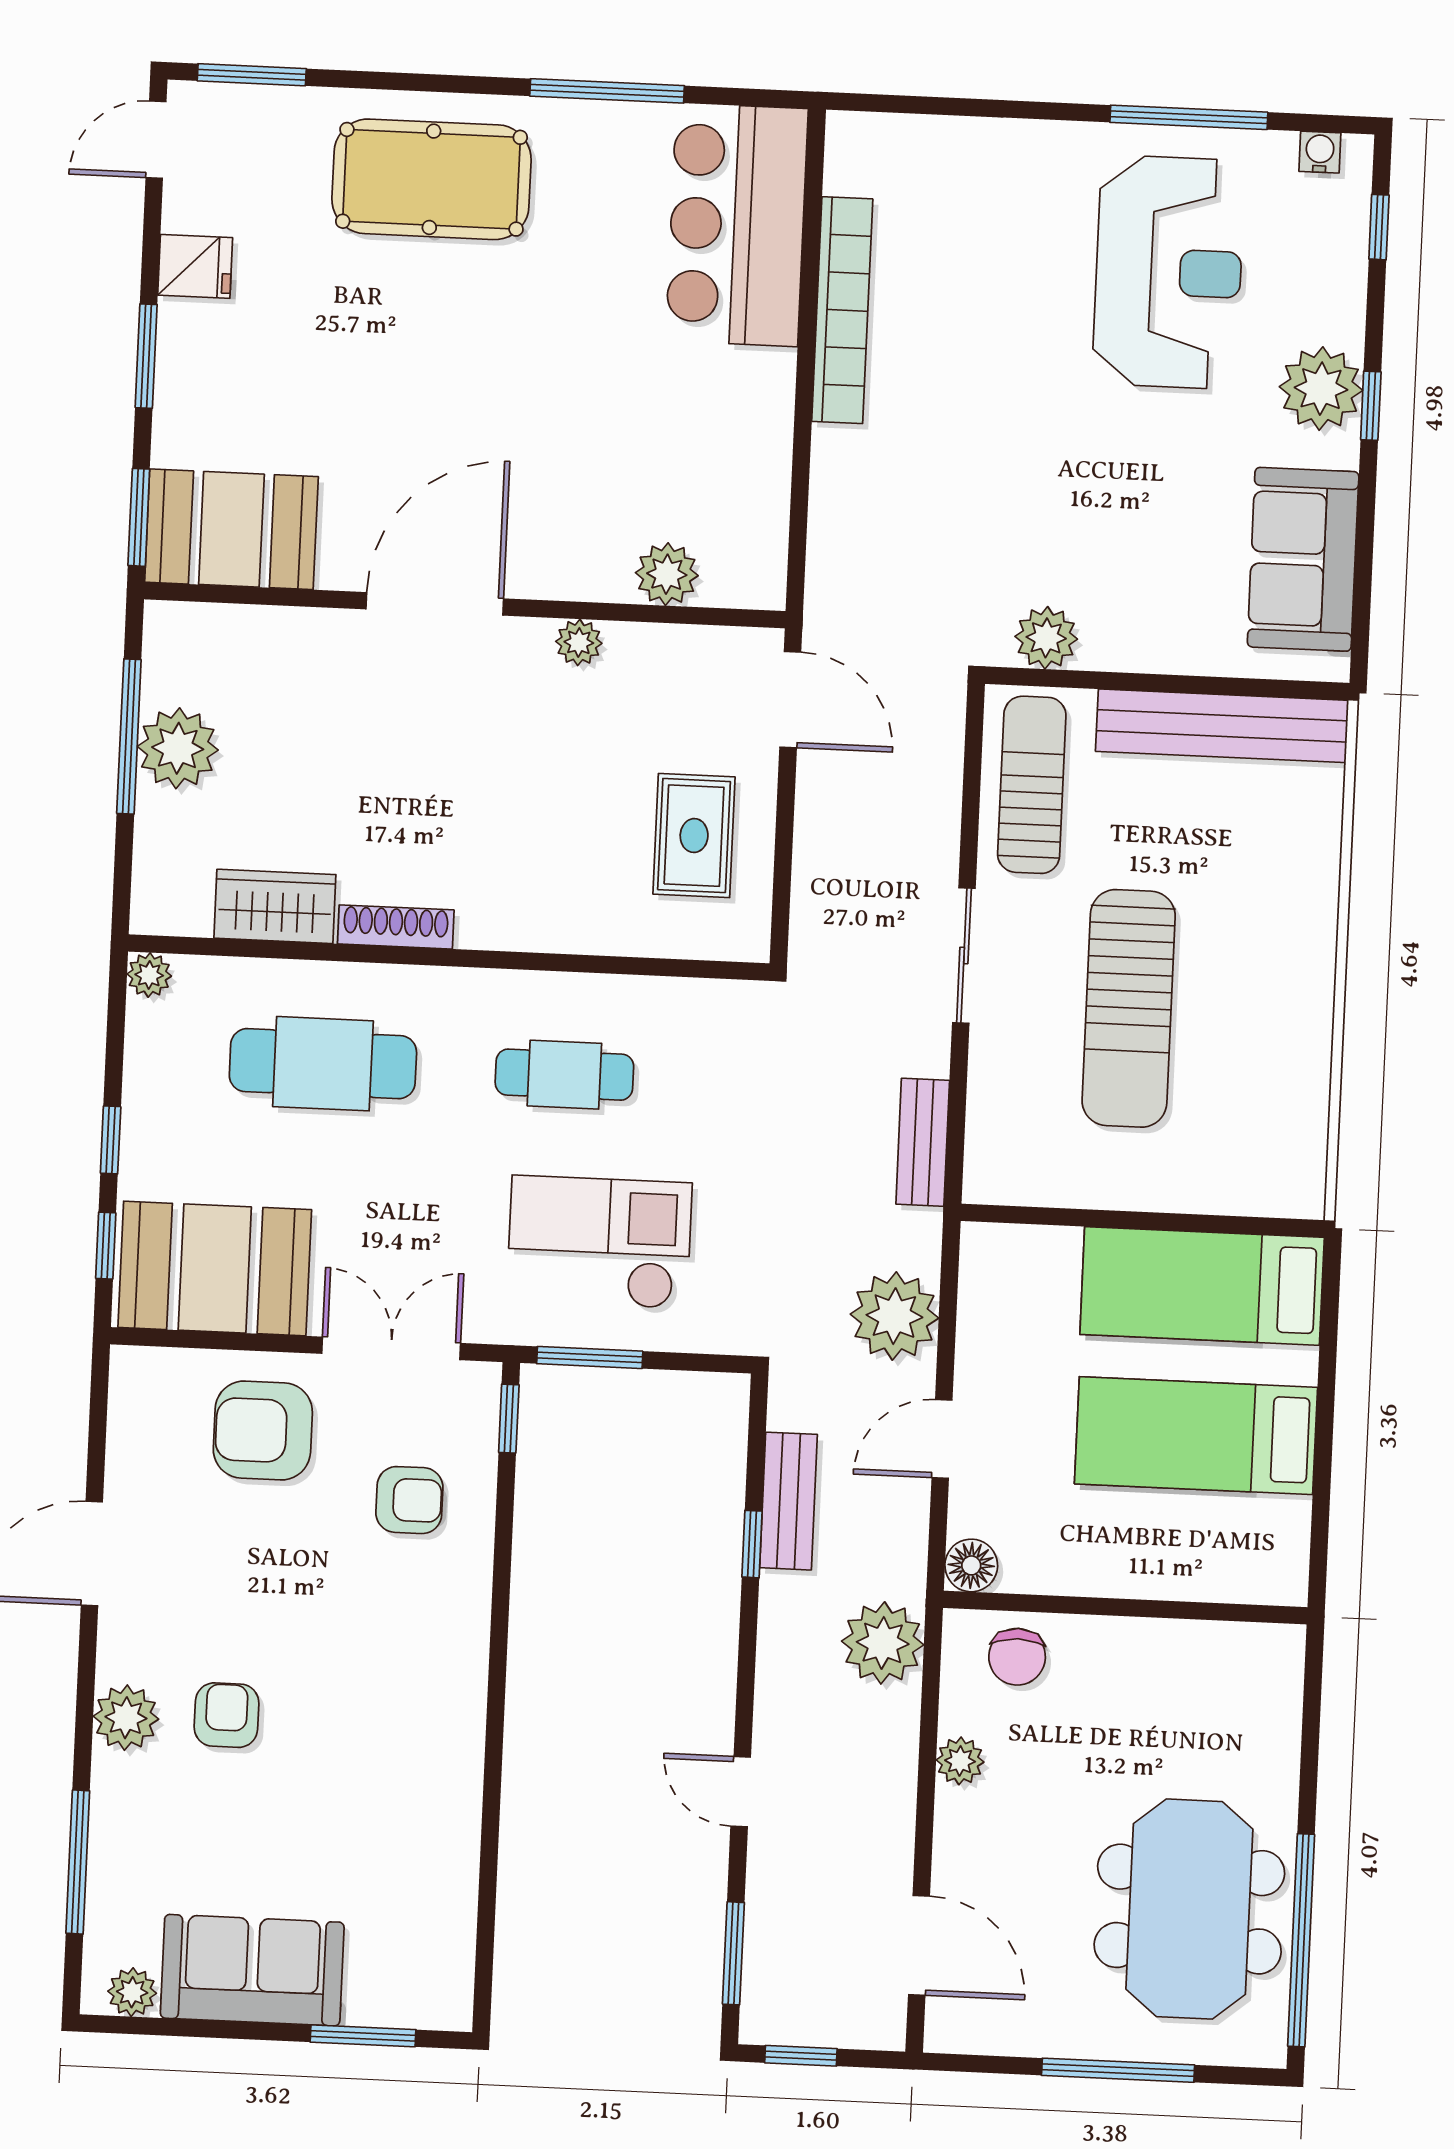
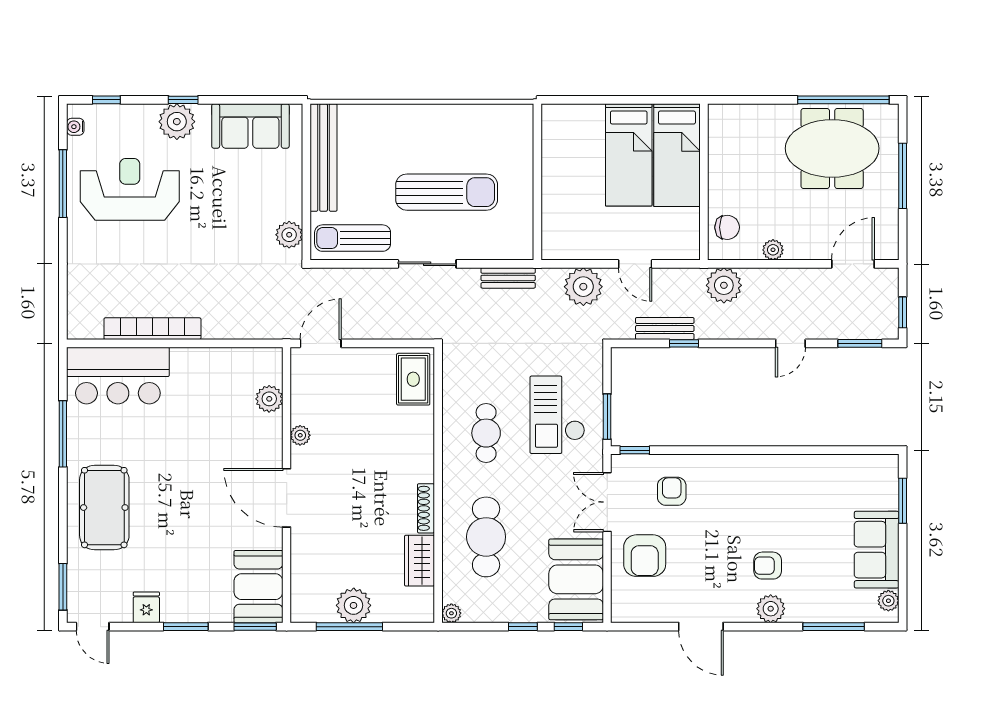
rug: (694, 836) -> (413, 379), moved, turned 90
bed: (1202, 1286) -> (677, 155), moved
floor lamp: (971, 1565) -> (689, 249), removed

